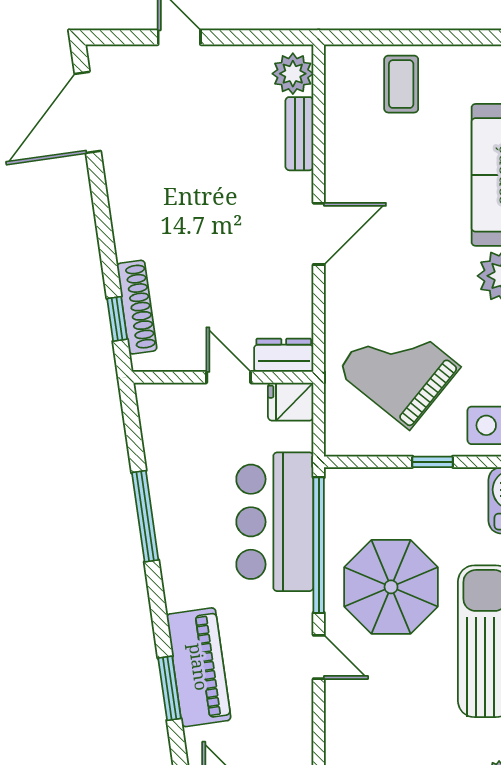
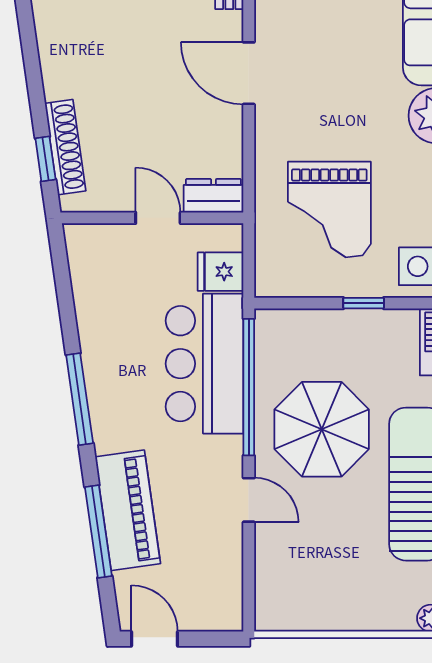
door: (319, 234) -> (249, 73), swing flipped
grand piano: (399, 369) -> (329, 209), turned -129
fridge: (291, 402) -> (221, 272), moved
window: (145, 516) -> (80, 399), moved
window: (170, 688) -> (98, 531), width x1.44

